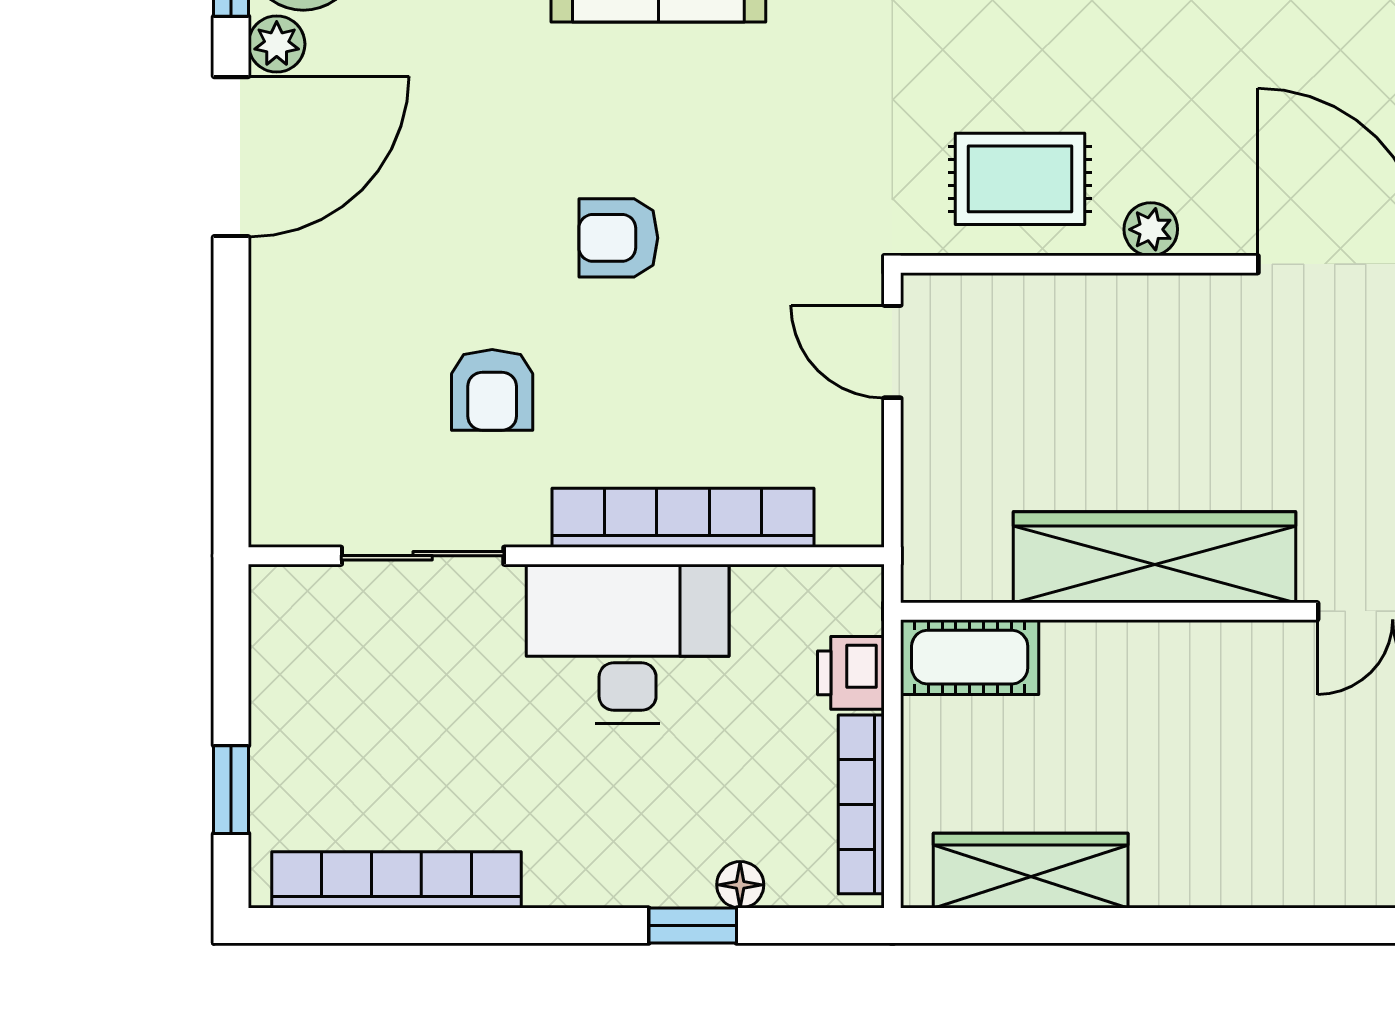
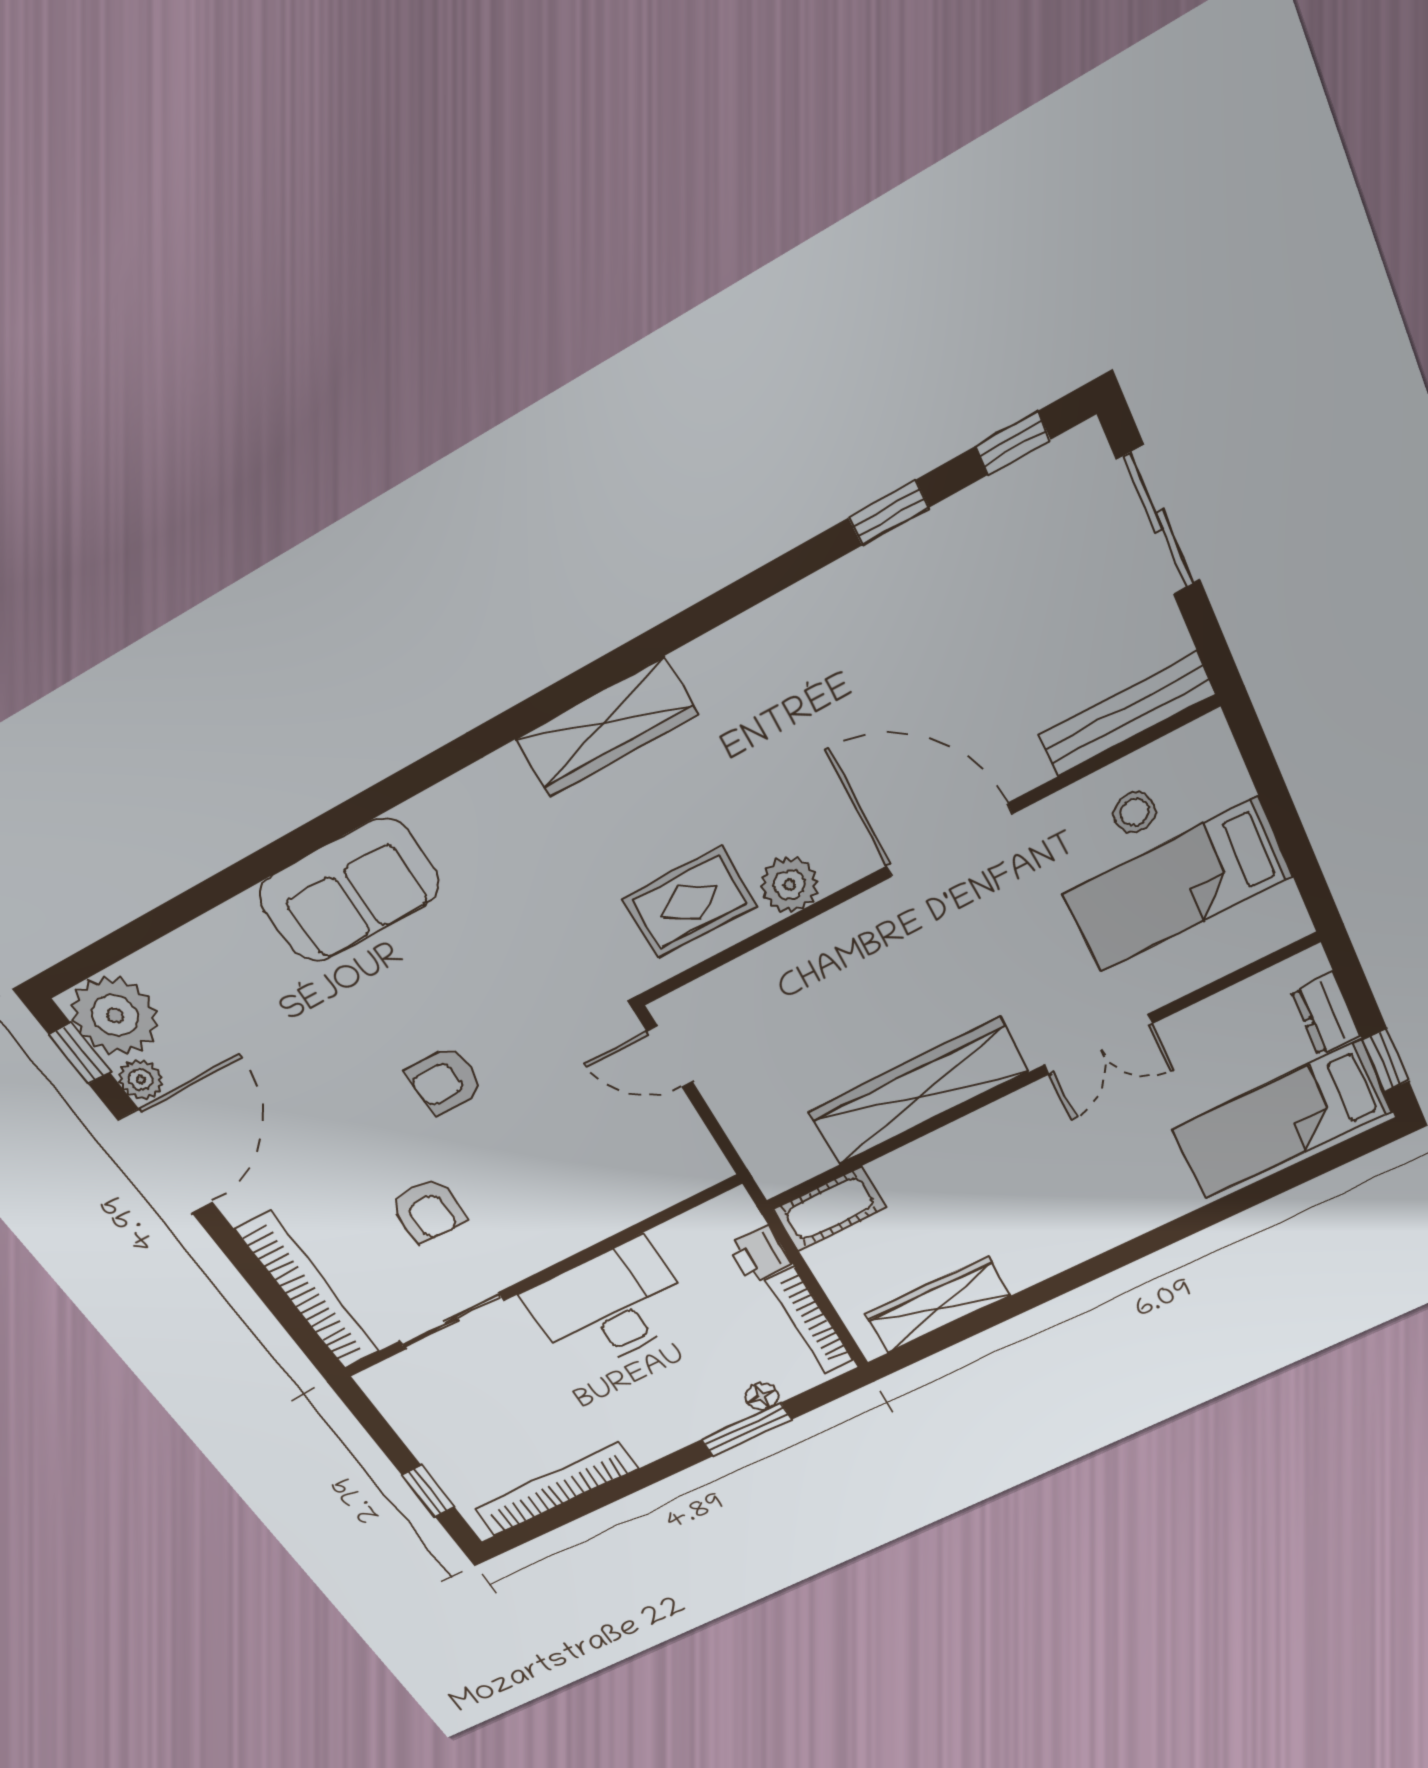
plant: (1151, 229) -> (790, 885), width x1.38, depth x1.38
bookcase: (683, 518) -> (308, 1291), moved, turned 90
window: (693, 926) -> (747, 1430), width x1.50

